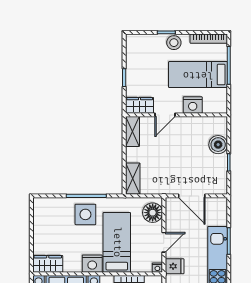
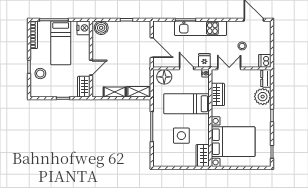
stool: (174, 43) -> (40, 74), moved
nightstand: (193, 105) -> (84, 28), moved
door: (165, 115) -> (91, 68), hinge flipped
shelving: (132, 131) -> (115, 92), moved
boiler: (218, 145) -> (101, 28), moved
door: (192, 196) -> (152, 48), hinge flipped
side table: (85, 214) -> (181, 136), moved
nightstand: (92, 264) -> (202, 122), removed

